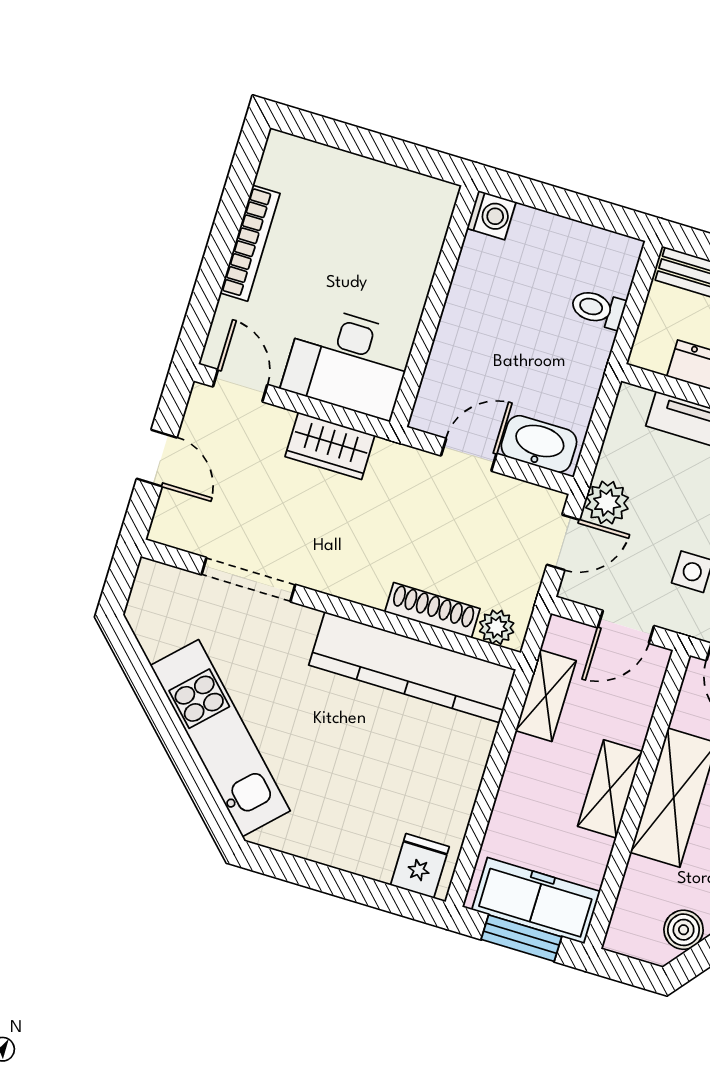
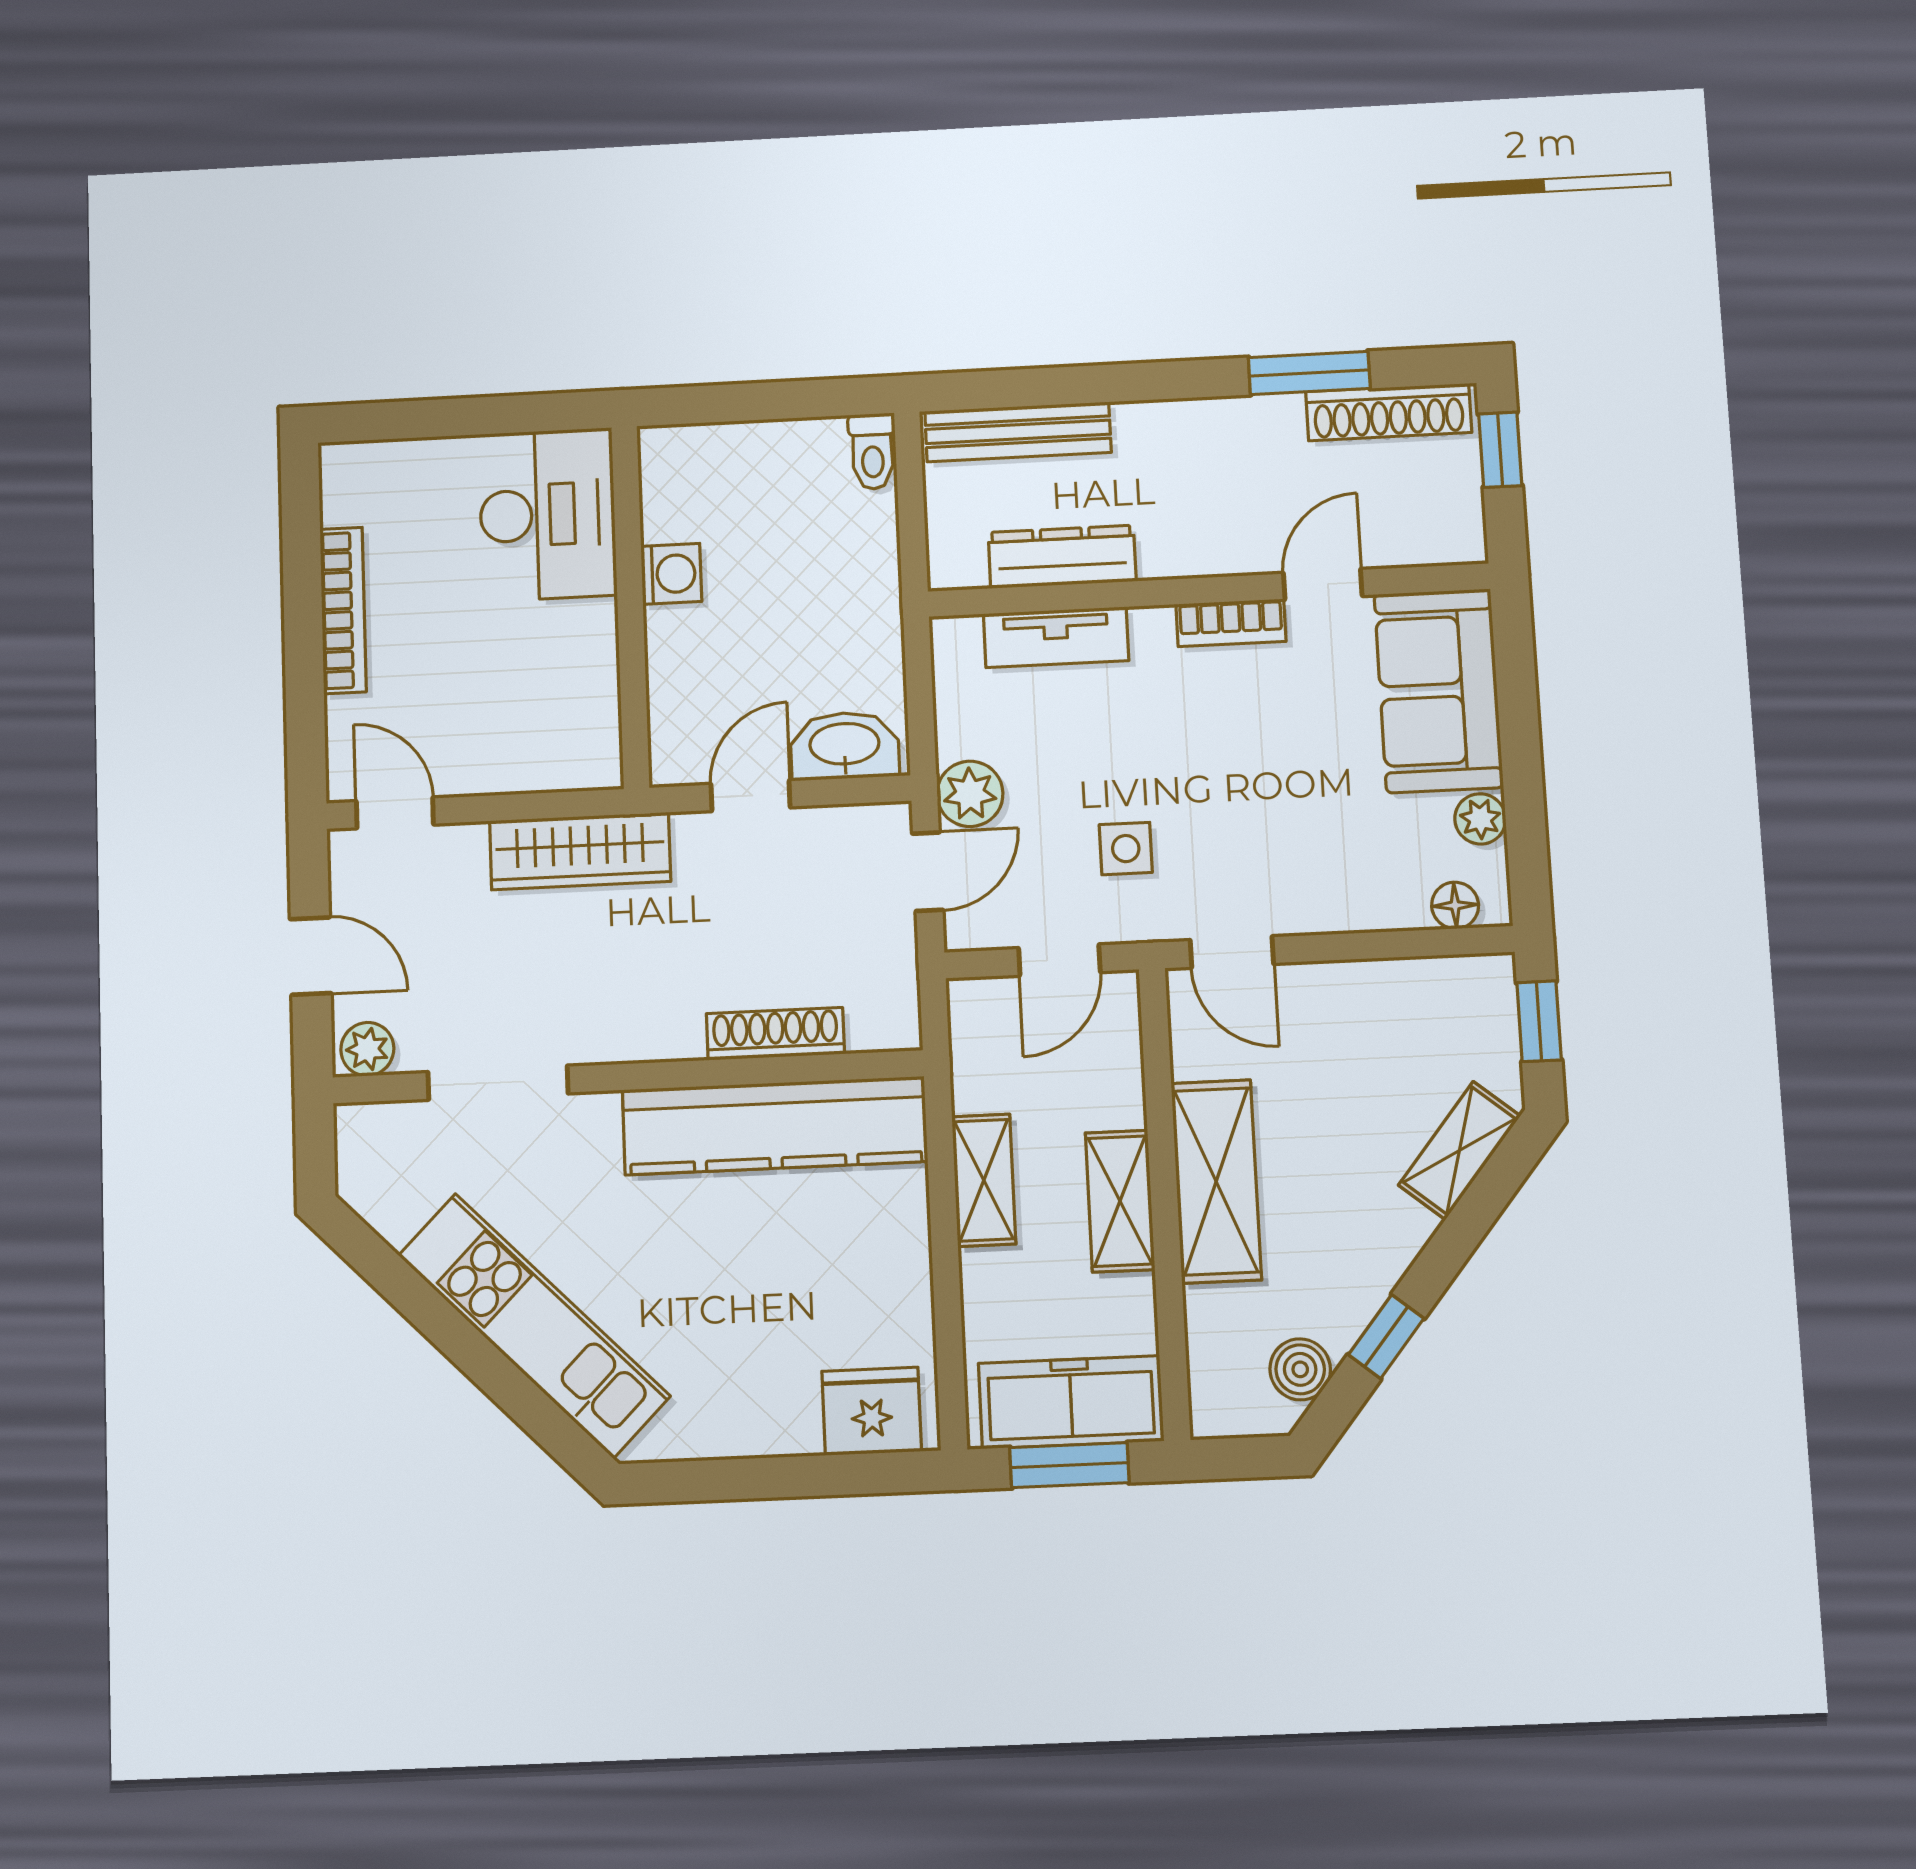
washing machine: (491, 215) -> (671, 574), moved
toilet: (598, 309) -> (872, 451), moved, turned -90
desk: (348, 362) -> (548, 514), moved, turned -90
wardrobe: (330, 446) -> (580, 851), width x1.50
plant: (497, 627) -> (367, 1049), moved
shelving: (546, 696) -> (984, 1180), moved
fridge: (420, 866) -> (872, 1411), width x1.38

